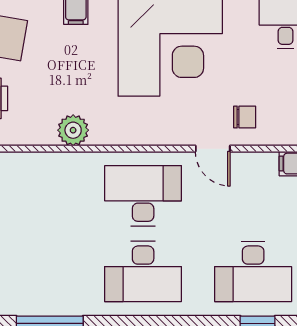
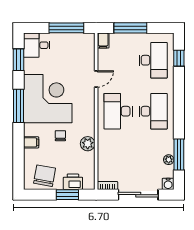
chair: (245, 117) -> (60, 136), moved
plant: (39, 305) -> (169, 160), added

